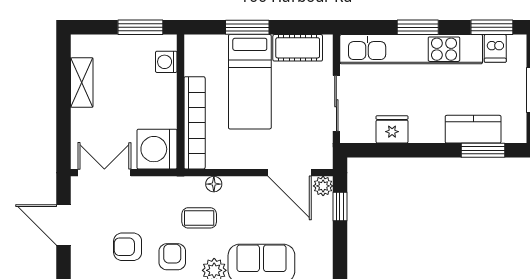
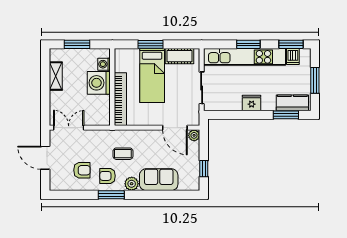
window: (140, 27) -> (77, 44), moved
fridge: (392, 129) -> (252, 103), moved
kitchen counter: (473, 129) -> (292, 103), moved
washing machine: (157, 149) -> (99, 83), moved
floor lamp: (214, 184) -> (131, 134), removed
window: (340, 206) -> (204, 169), moved
armchair: (128, 247) -> (82, 170), turned 180
armchair: (172, 257) -> (108, 176), turned -90

